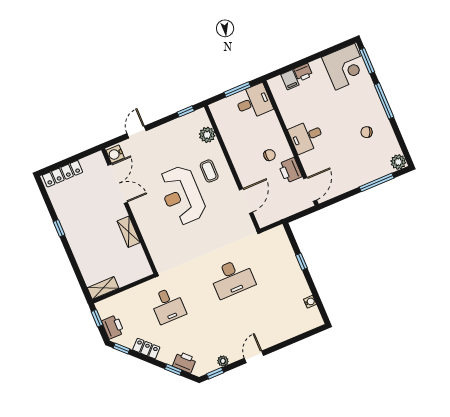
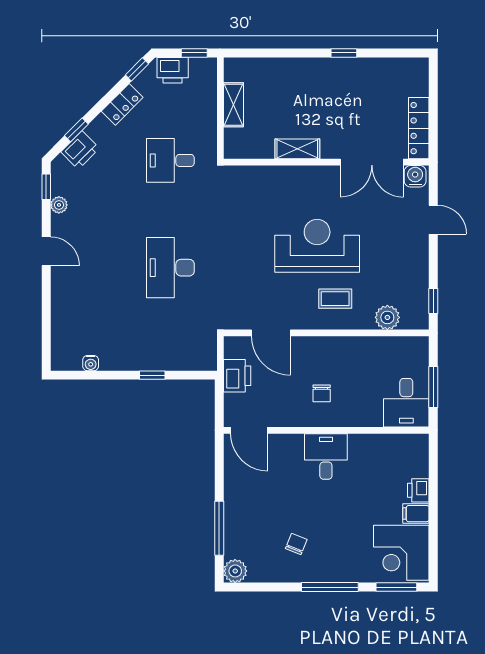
filing cabinet: (290, 80) -> (416, 514), moved
printer: (290, 170) -> (237, 376), moved, turned 90
locker: (63, 174) -> (419, 128), moved
shelving: (103, 288) -> (233, 105), moved

